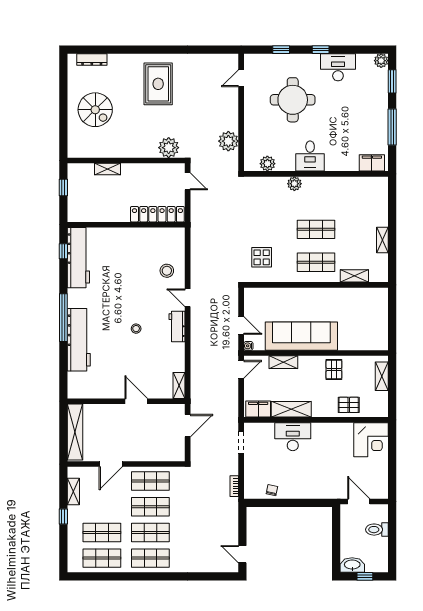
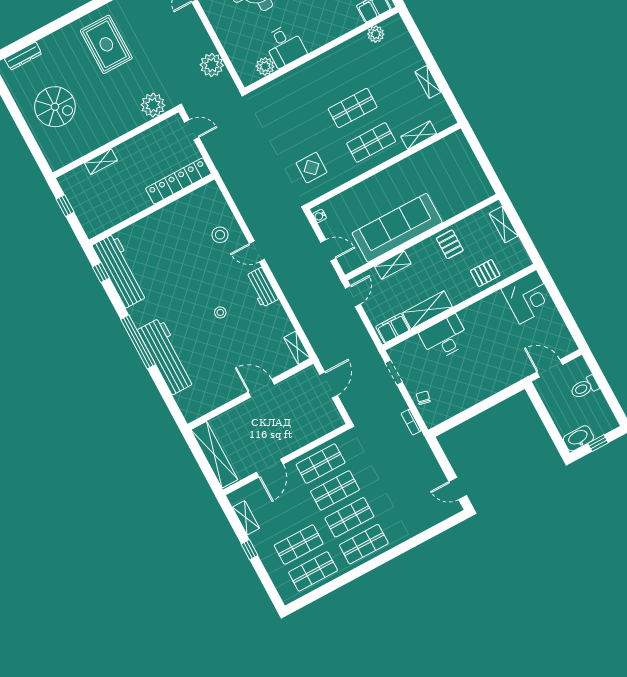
desk: (310, 156) -> (285, 46), moved
plant: (294, 184) -> (376, 34), moved
water cooler: (248, 346) -> (320, 216), moved
chair: (272, 490) -> (423, 398), moved

